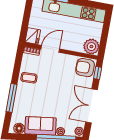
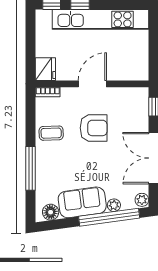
plant: (91, 47) -> (137, 69), removed
door: (50, 49) -> (92, 84), moved
armchair: (85, 68) -> (94, 128), moved, turned 180

